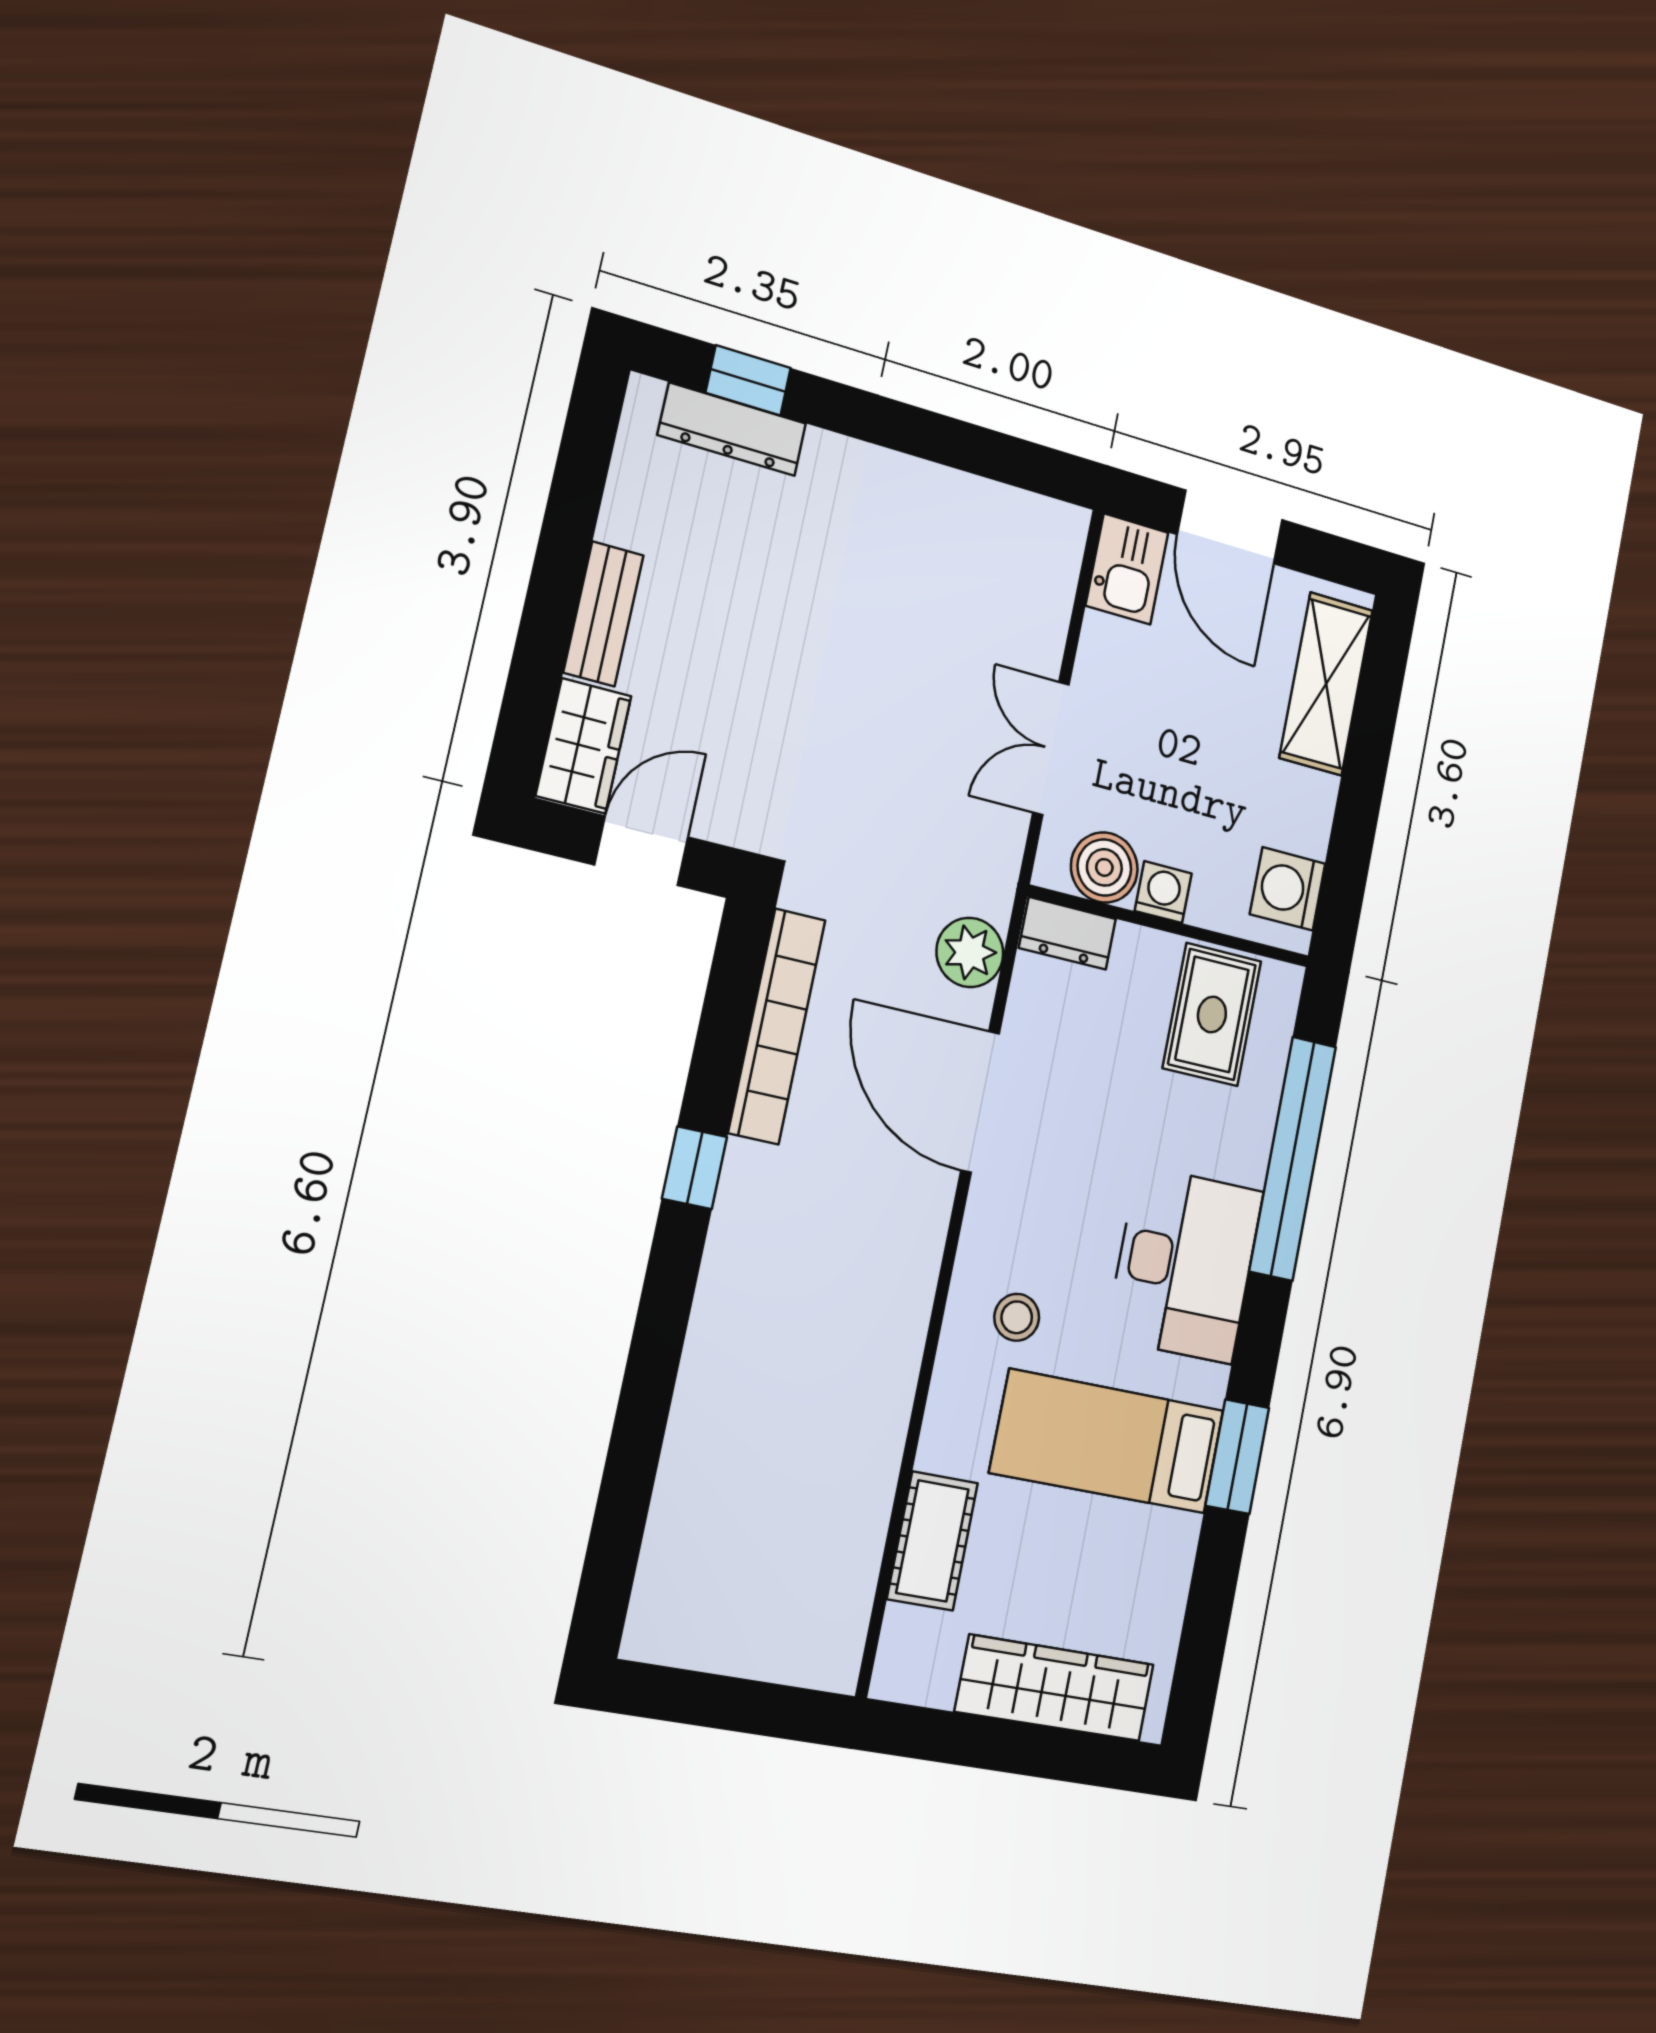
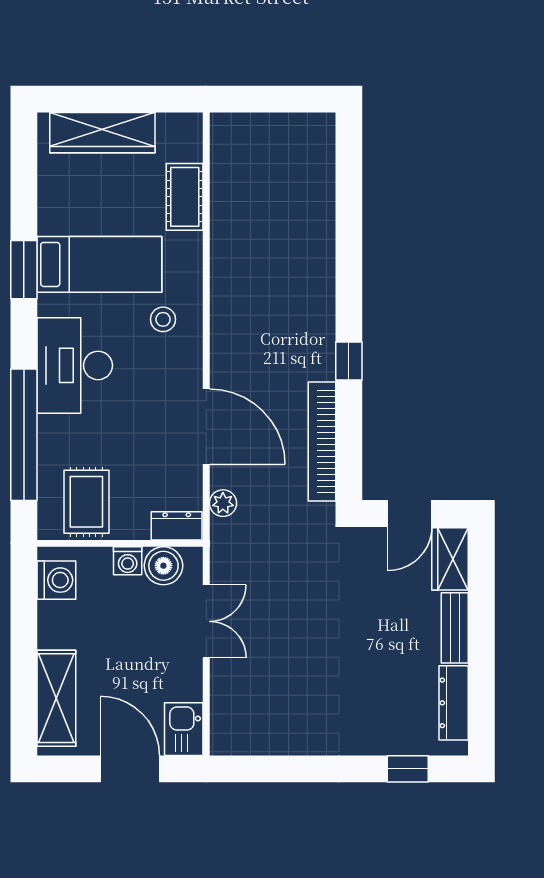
dresser: (732, 429) -> (454, 703), moved, turned -90
plant: (970, 952) -> (223, 503), width x0.73, depth x0.73

